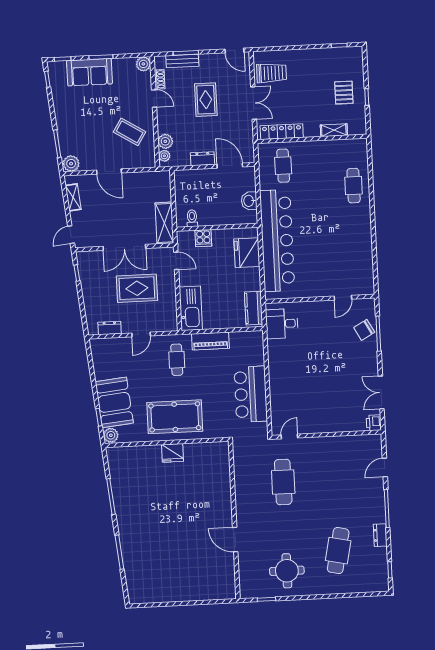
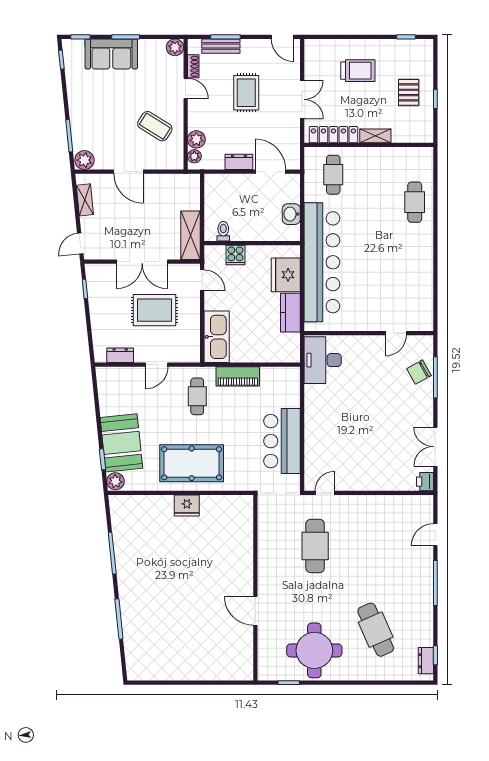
trolley: (272, 73) -> (358, 71), moved
shelving: (334, 130) -> (375, 136), moved
kitchen counter: (254, 308) -> (290, 313), moved
desk: (282, 324) -> (323, 360), width x1.37
dresser: (380, 535) -> (426, 661), moved
cafe table: (338, 551) -> (376, 630), turned -36
round table: (287, 571) -> (314, 650), width x1.36, depth x1.36

